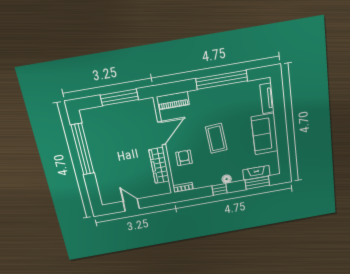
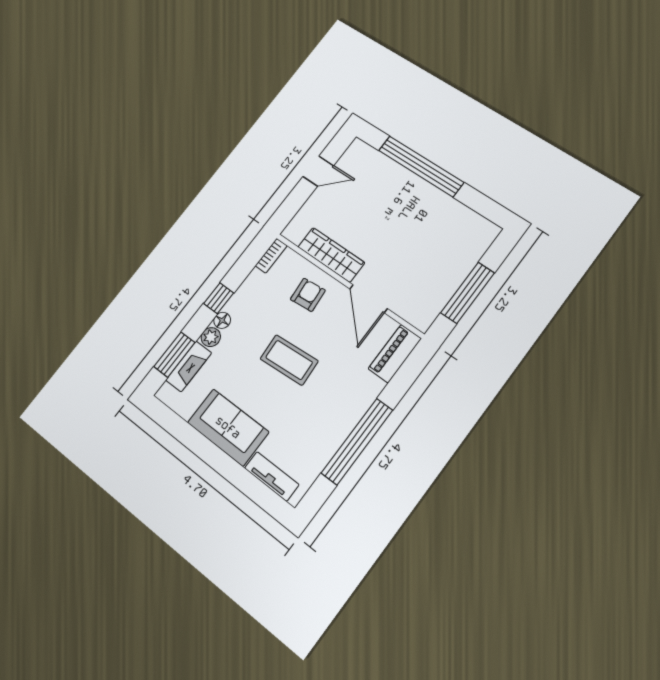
window: (83, 149) -> (421, 166), moved
armchair: (184, 158) -> (308, 295), turned -95
plant: (237, 177) -> (211, 337), added

